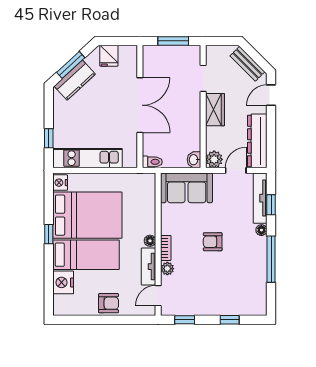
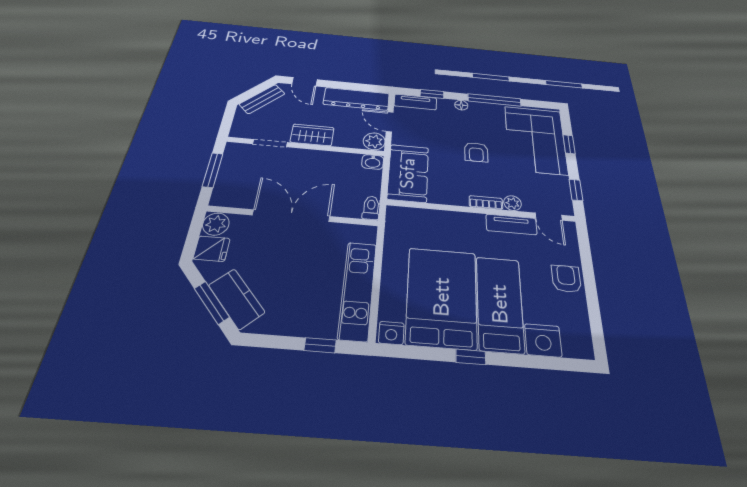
plant: (128, 54) -> (216, 224), added
tv unit: (260, 198) -> (415, 102), width x0.71
floor lamp: (150, 241) -> (477, 220), removed
corner sofa: (231, 292) -> (536, 140), added

